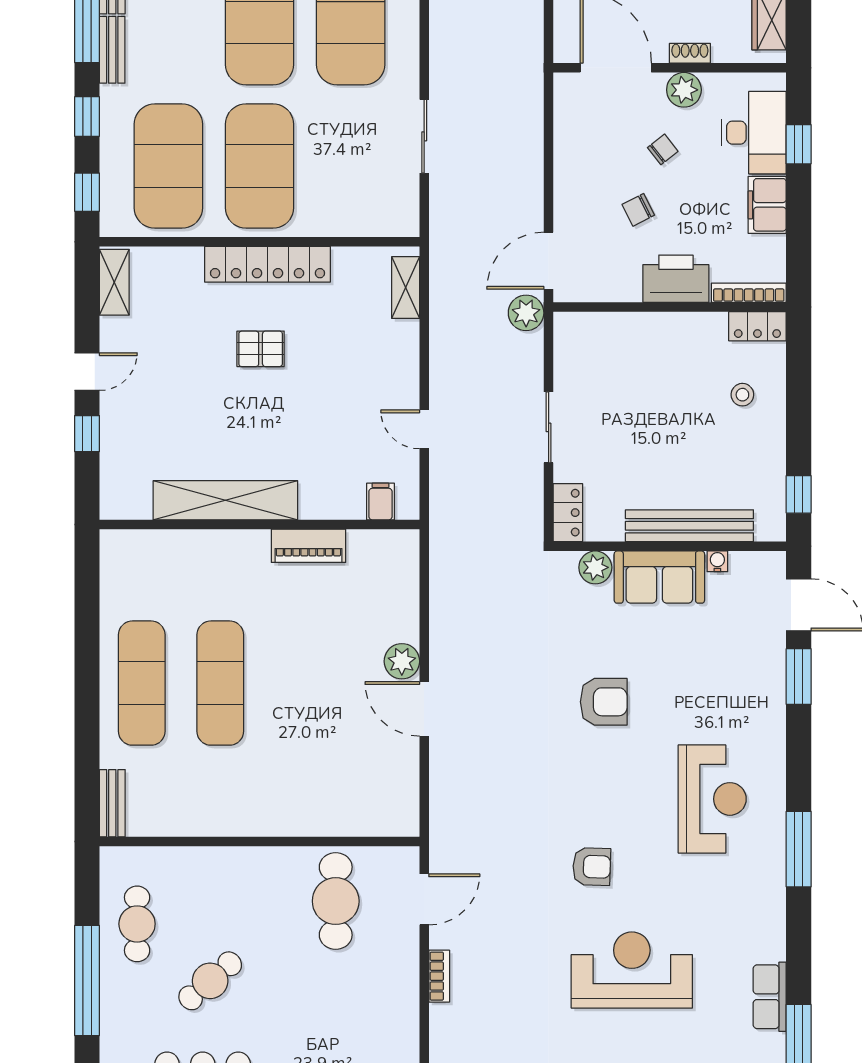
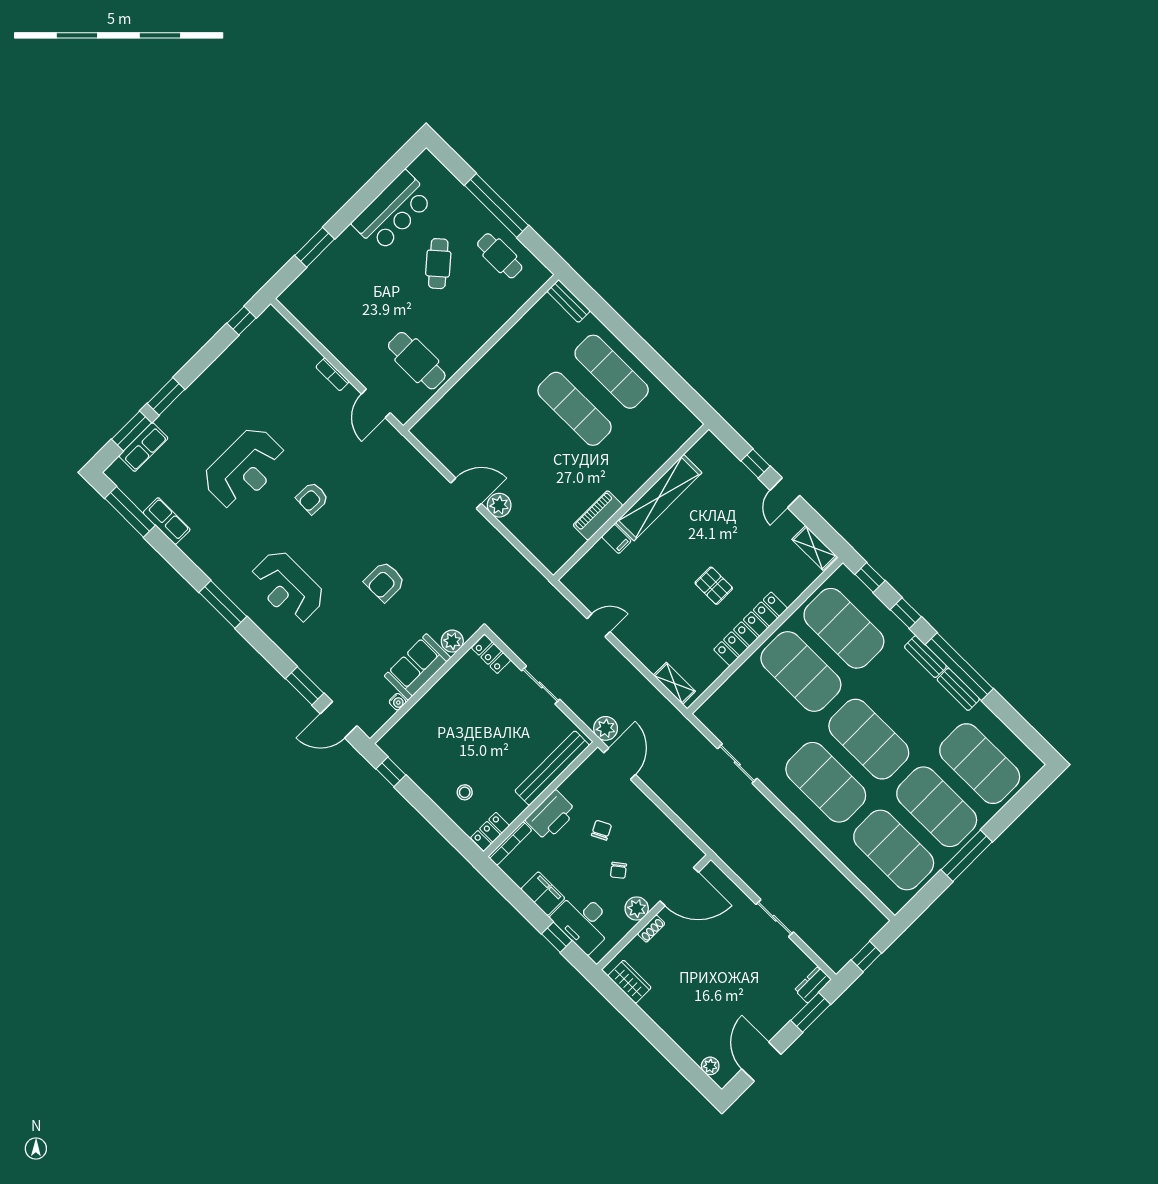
pallet: (261, 349) -> (714, 586), turned 90
filing cabinet: (380, 502) -> (616, 539), moved
bench: (689, 526) -> (552, 768), moved

